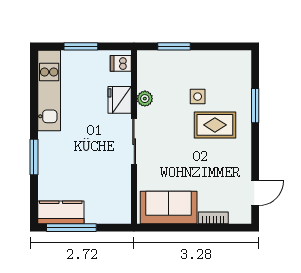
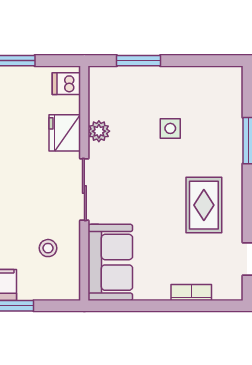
rug: (215, 125) -> (204, 205), moved, turned 90
stool: (107, 185) -> (48, 248), added
sofa: (169, 207) -> (110, 262), moved, turned 90

